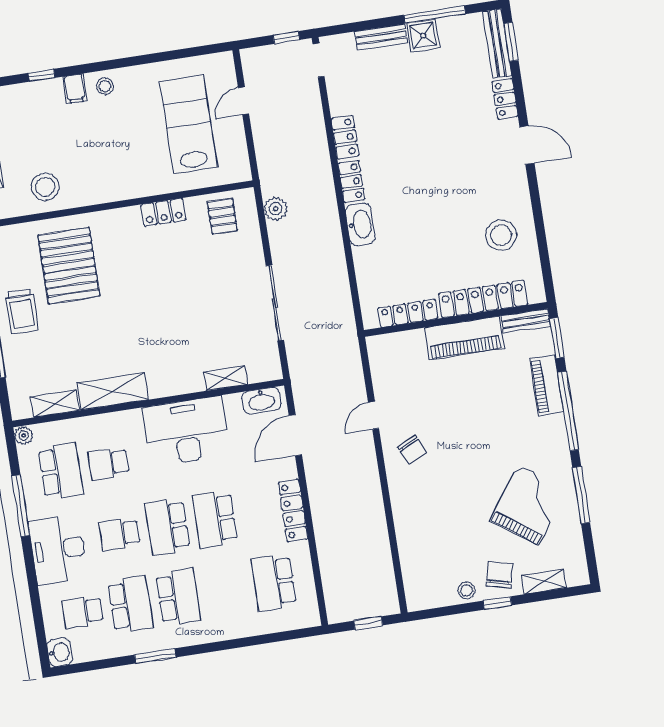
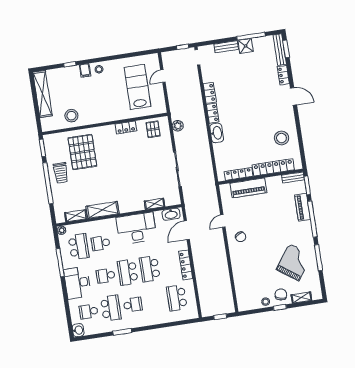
piano: (464, 338) -> (248, 188), moved
school desk: (178, 597) -> (133, 305), width x0.54

